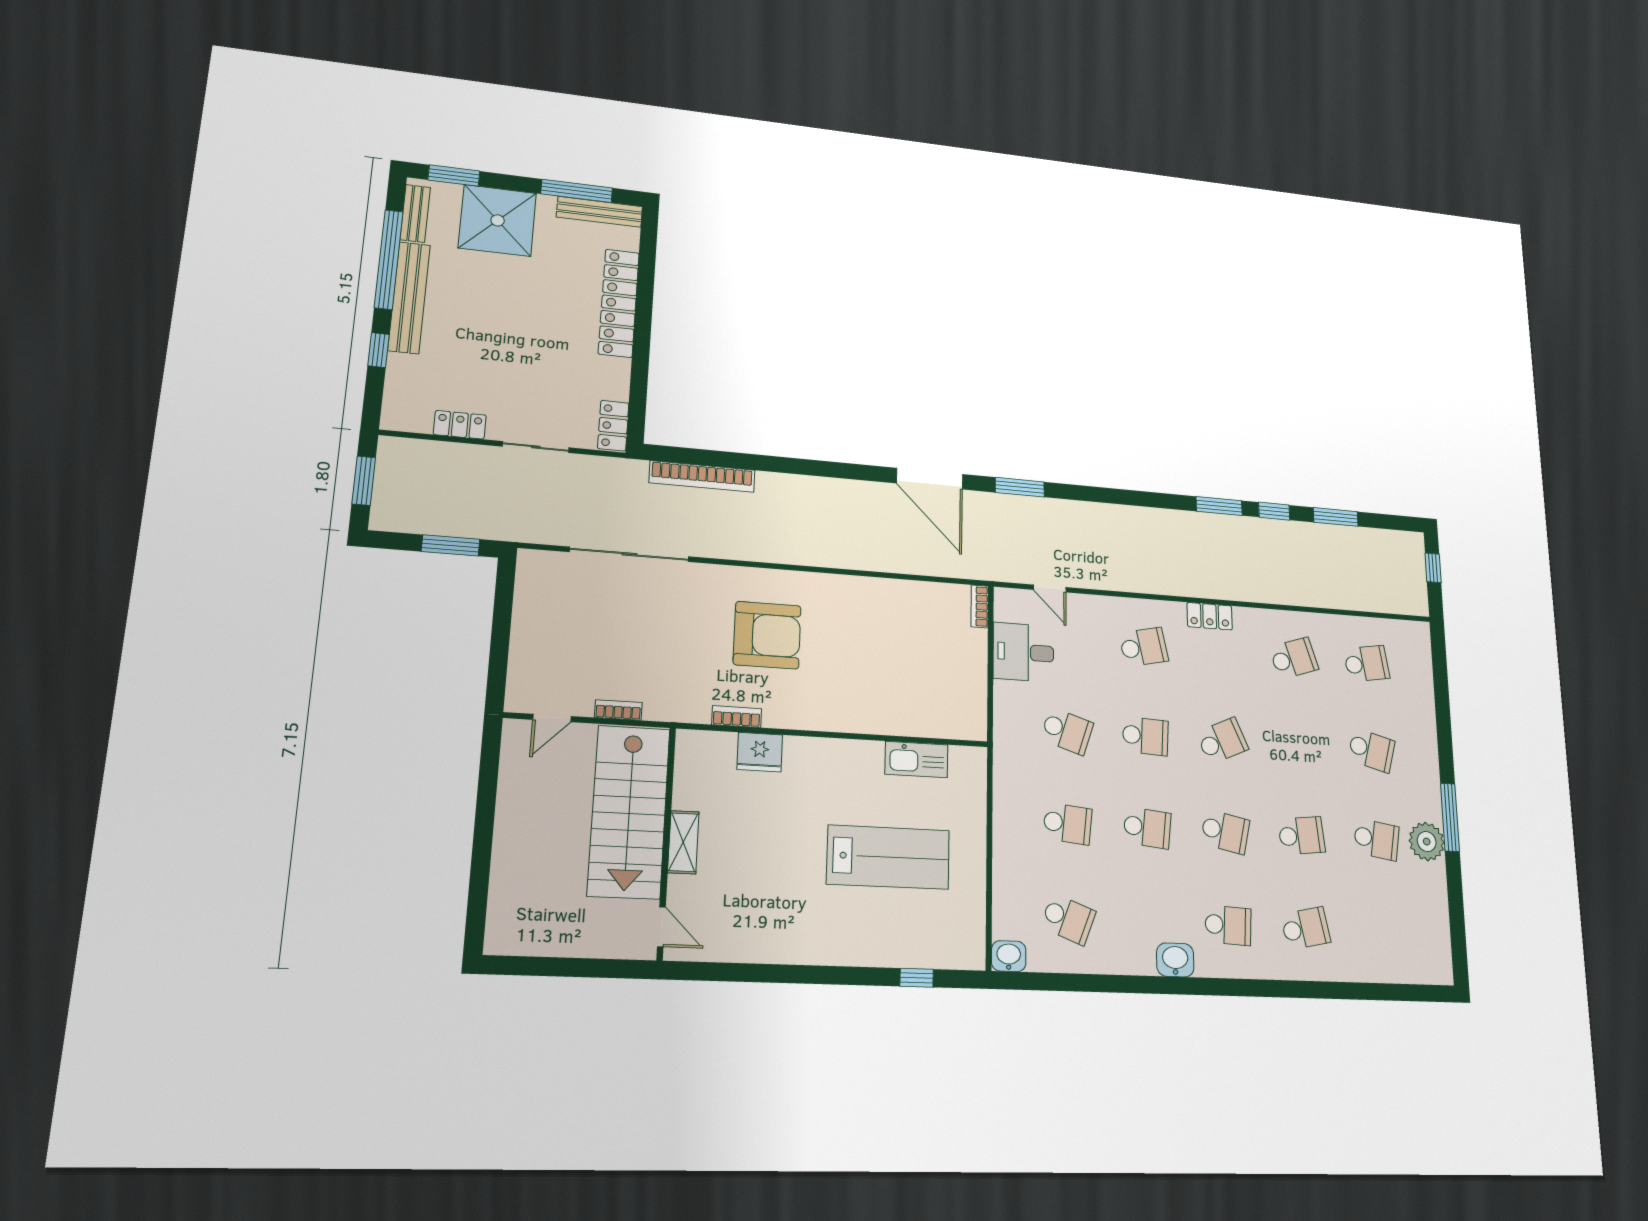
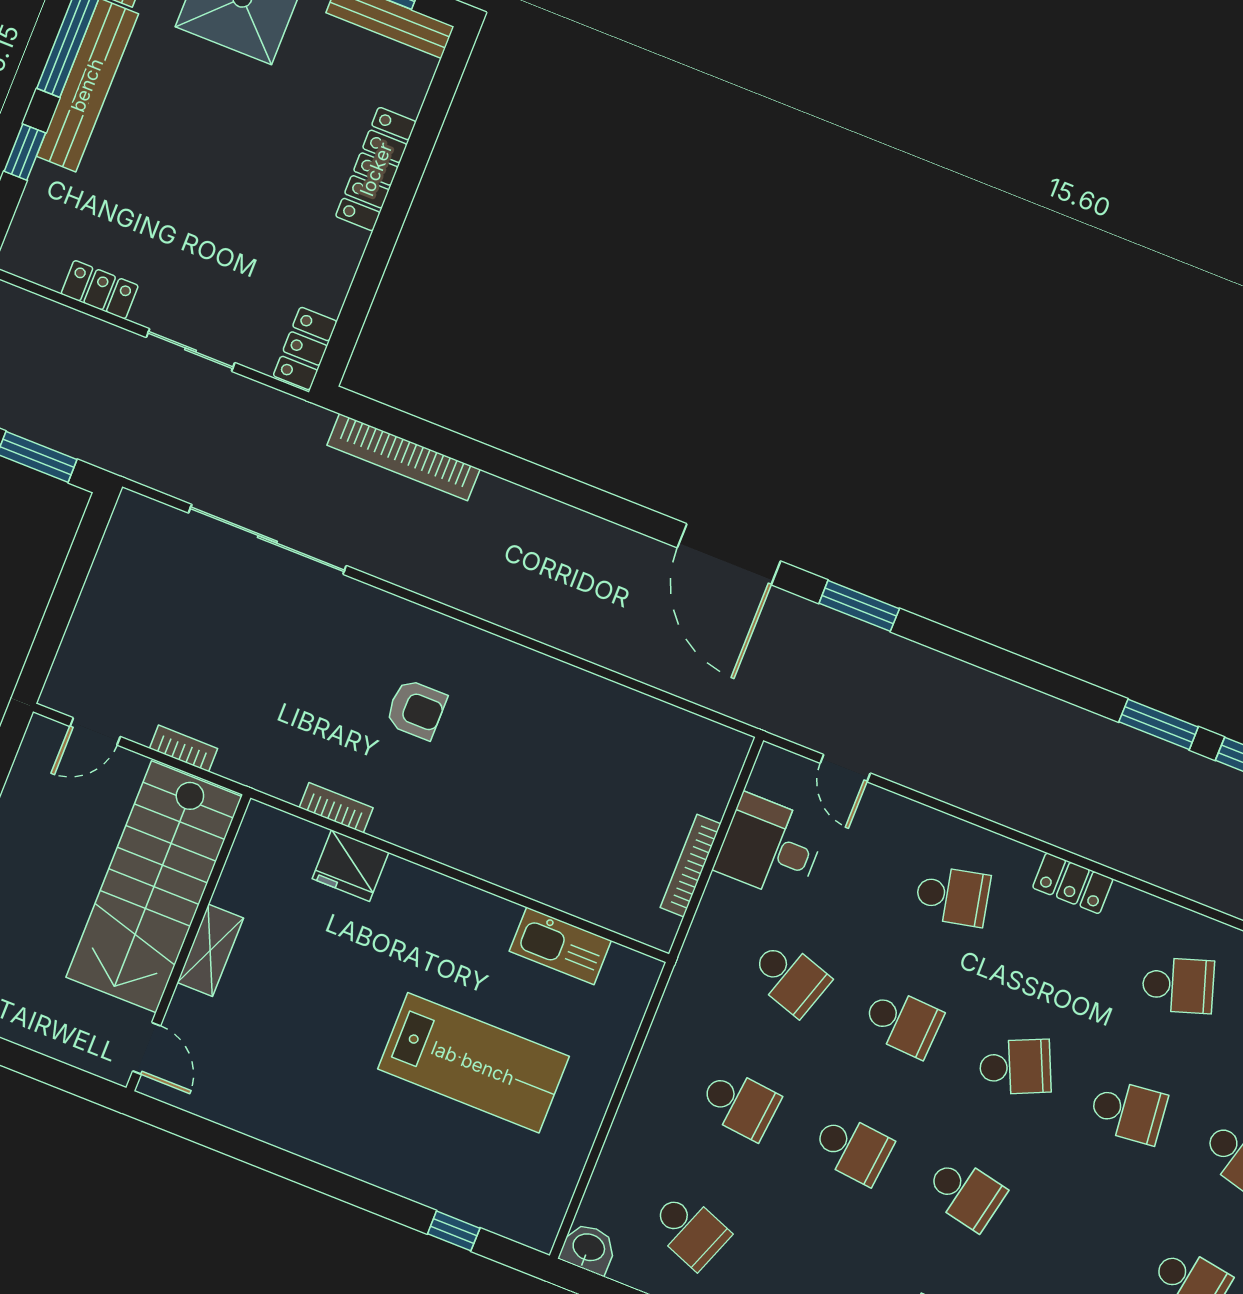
locker: (619, 303) -> (376, 169), width x0.71, depth x0.83
bookcase: (980, 606) -> (691, 866), moved, width x1.56
armchair: (767, 635) -> (416, 709), width x0.53, depth x0.53
school desk: (1302, 836) -> (1128, 1112), moved

